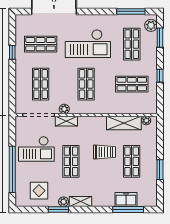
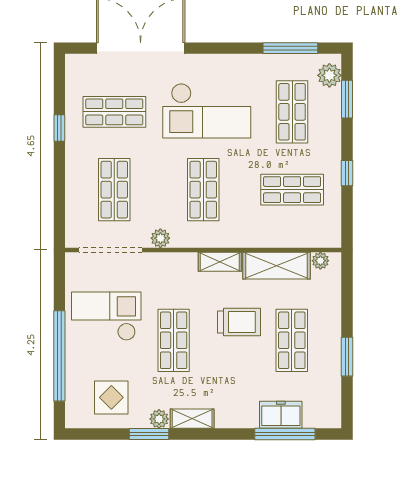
shelving: (66, 121) -> (220, 262), moved
checkout: (36, 149) -> (106, 316), turned 180

